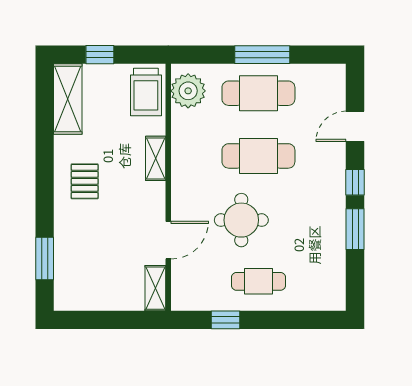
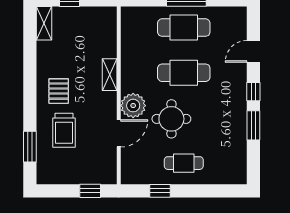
plant: (188, 91) -> (133, 106), moved
trolley: (146, 92) -> (64, 130), moved
shelving: (68, 99) -> (44, 23), width x0.67, depth x0.75
shelving: (155, 288) -> (109, 168), removed
window: (128, 320) -> (90, 191), added

